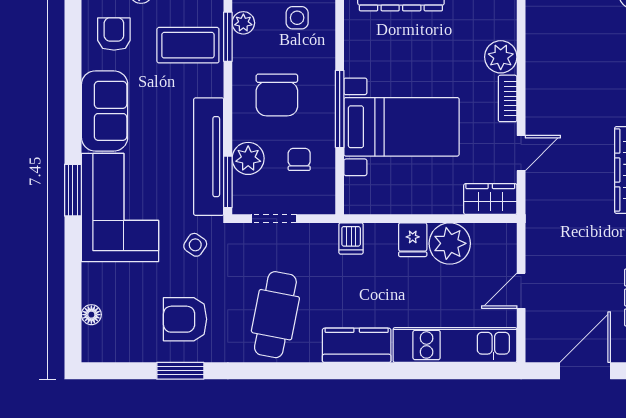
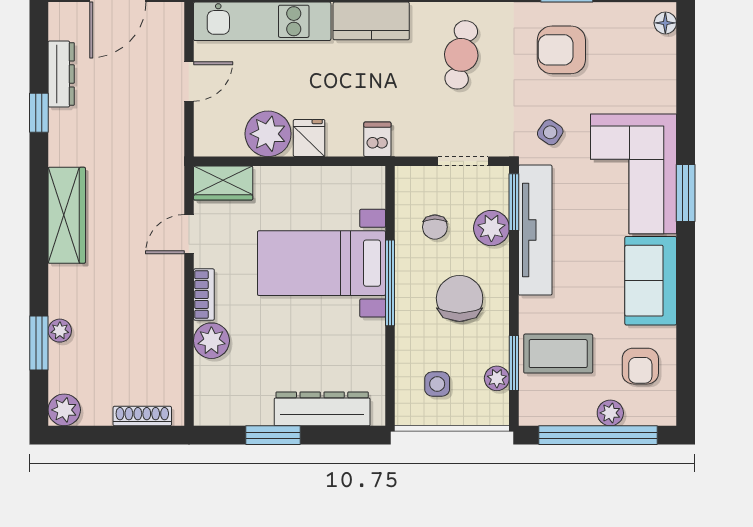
floor lamp: (91, 315) -> (665, 23), moved
cafe table: (275, 315) -> (461, 55), width x0.73, depth x0.74
armchair: (185, 319) -> (561, 50), turned 180

